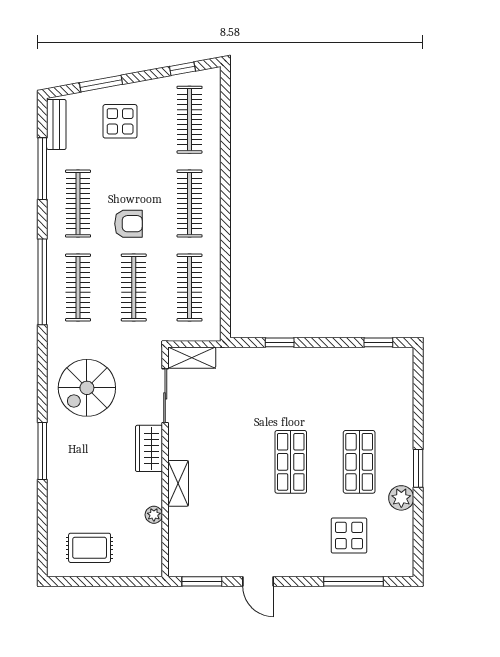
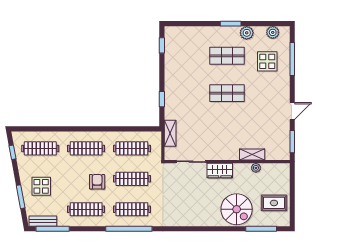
window: (42, 169) -> (53, 229), moved
shelving: (192, 358) -> (170, 133), moved
spiral stairs: (87, 388) -> (237, 209), moved
window: (42, 451) -> (261, 229), moved
shelving: (178, 483) -> (252, 155), moved
plant: (402, 545) -> (273, 32), added
rug: (90, 548) -> (274, 203), turned 90

